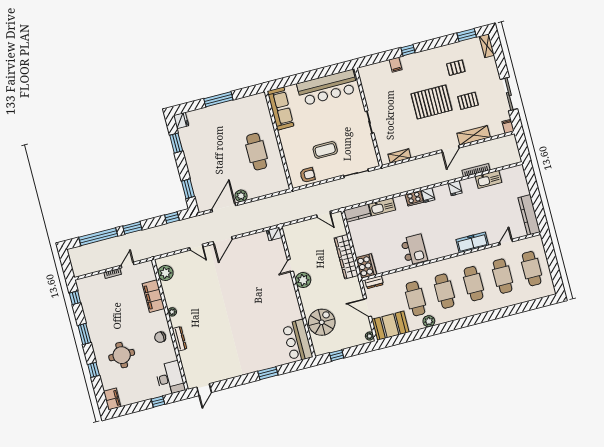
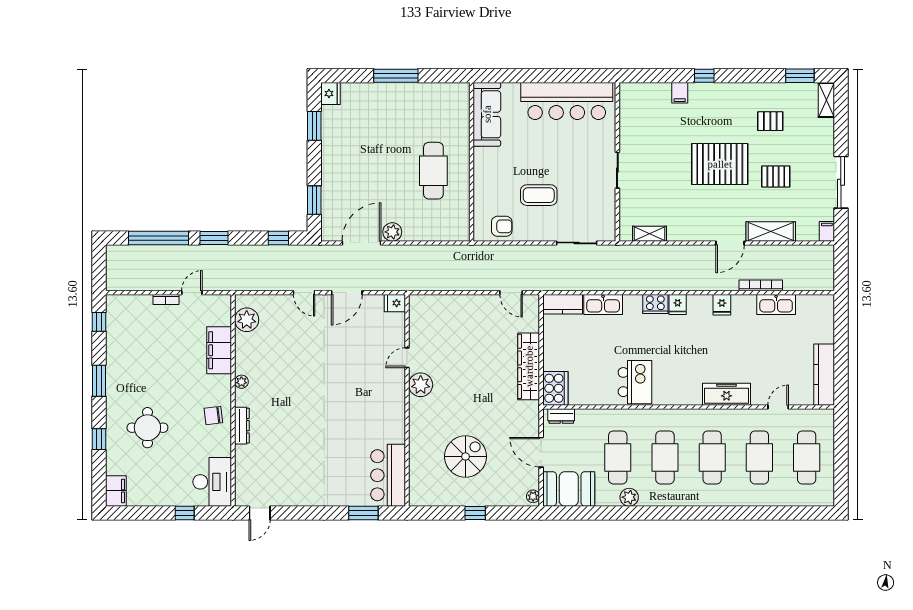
fridge: (274, 234) -> (395, 303), moved
door: (290, 266) -> (407, 358), moved
plant: (303, 280) -> (421, 385), moved
wall: (297, 292) -> (407, 400), moved
bar counter: (297, 341) -> (388, 475), moved

